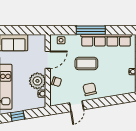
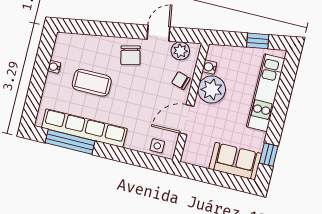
window: (91, 30) -> (70, 142), moved
coffee table: (86, 64) -> (92, 83), moved
plant: (61, 99) -> (180, 51), added

